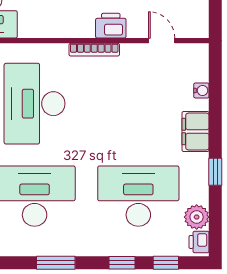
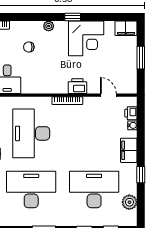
printer: (199, 242) -> (131, 113), moved

